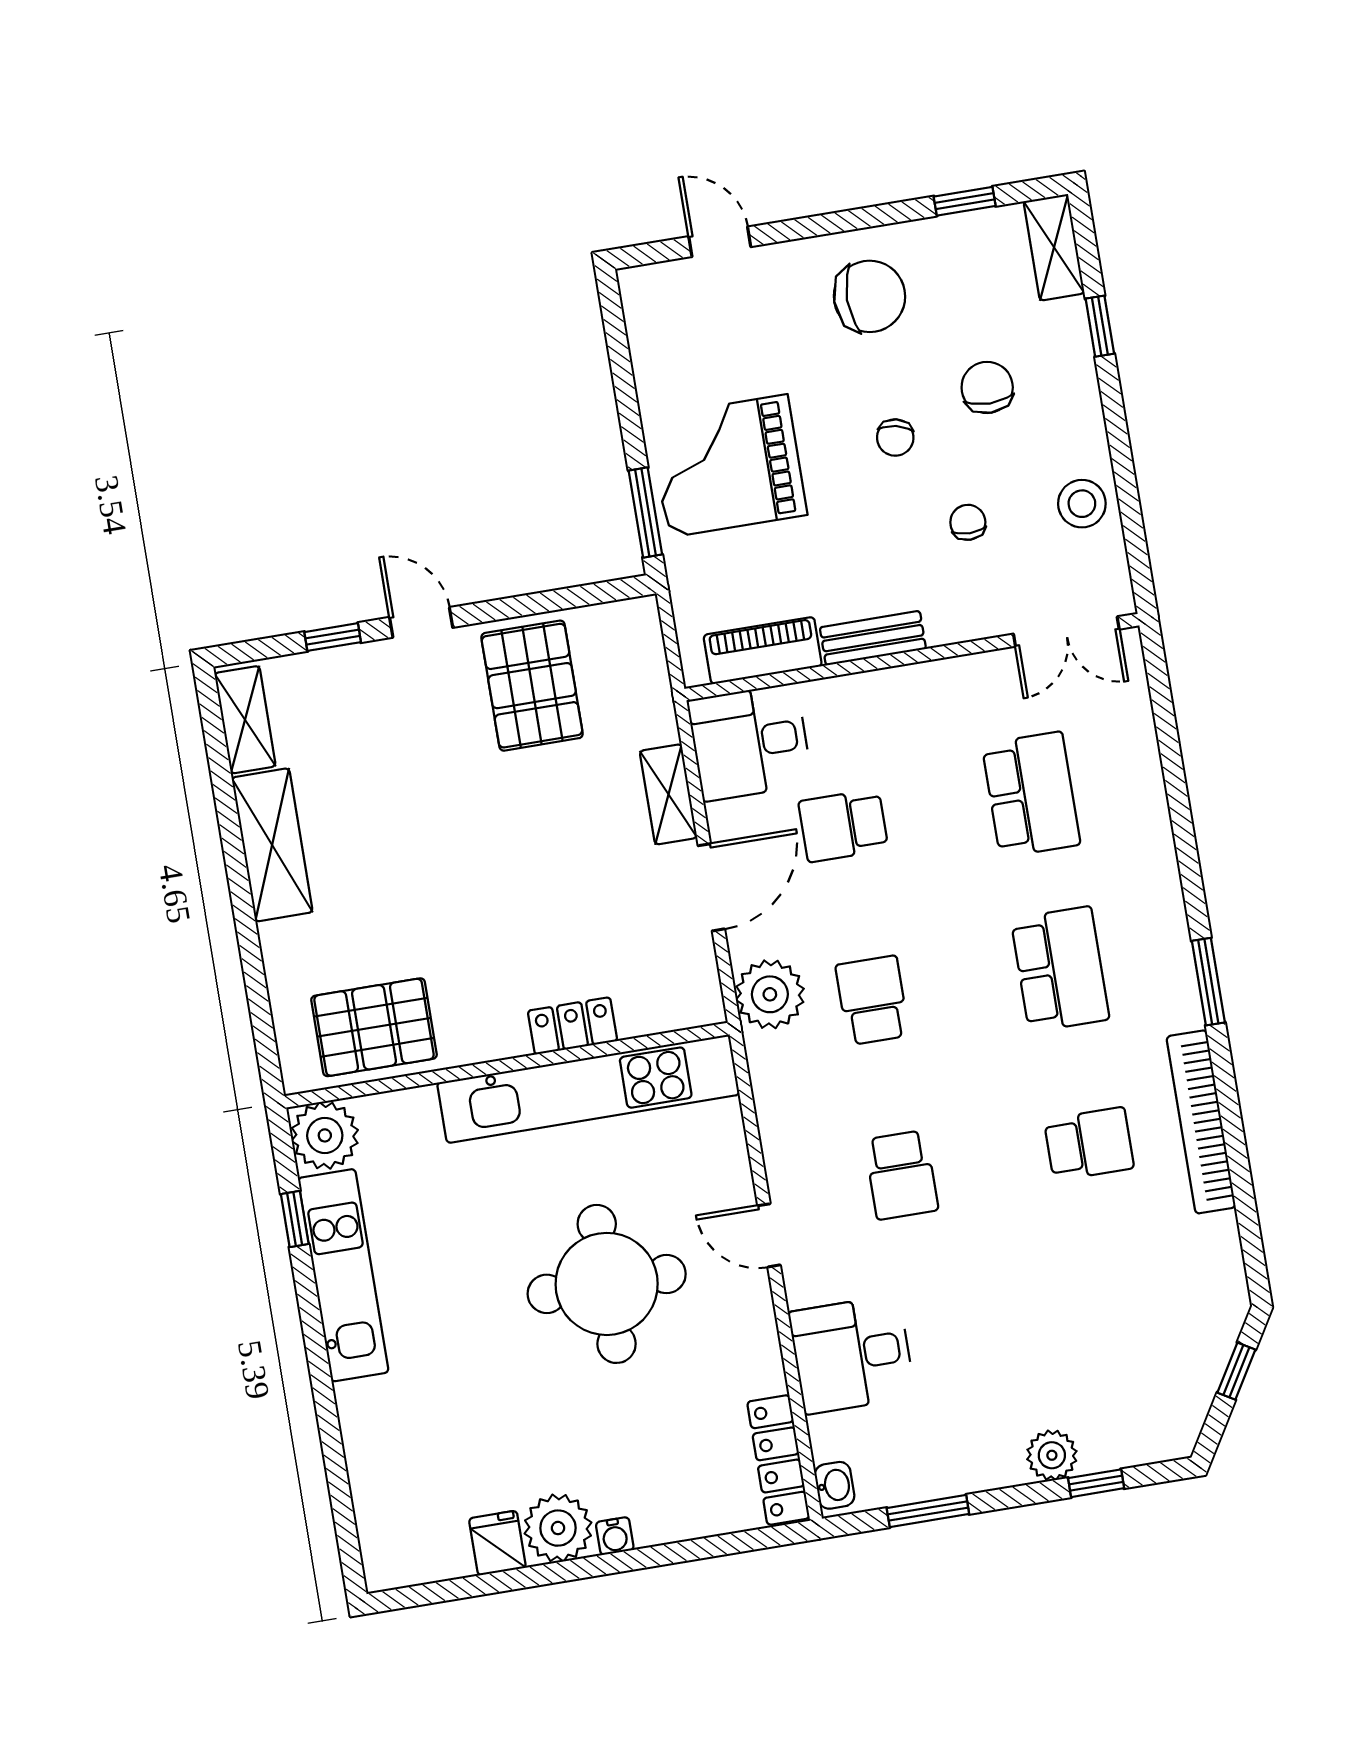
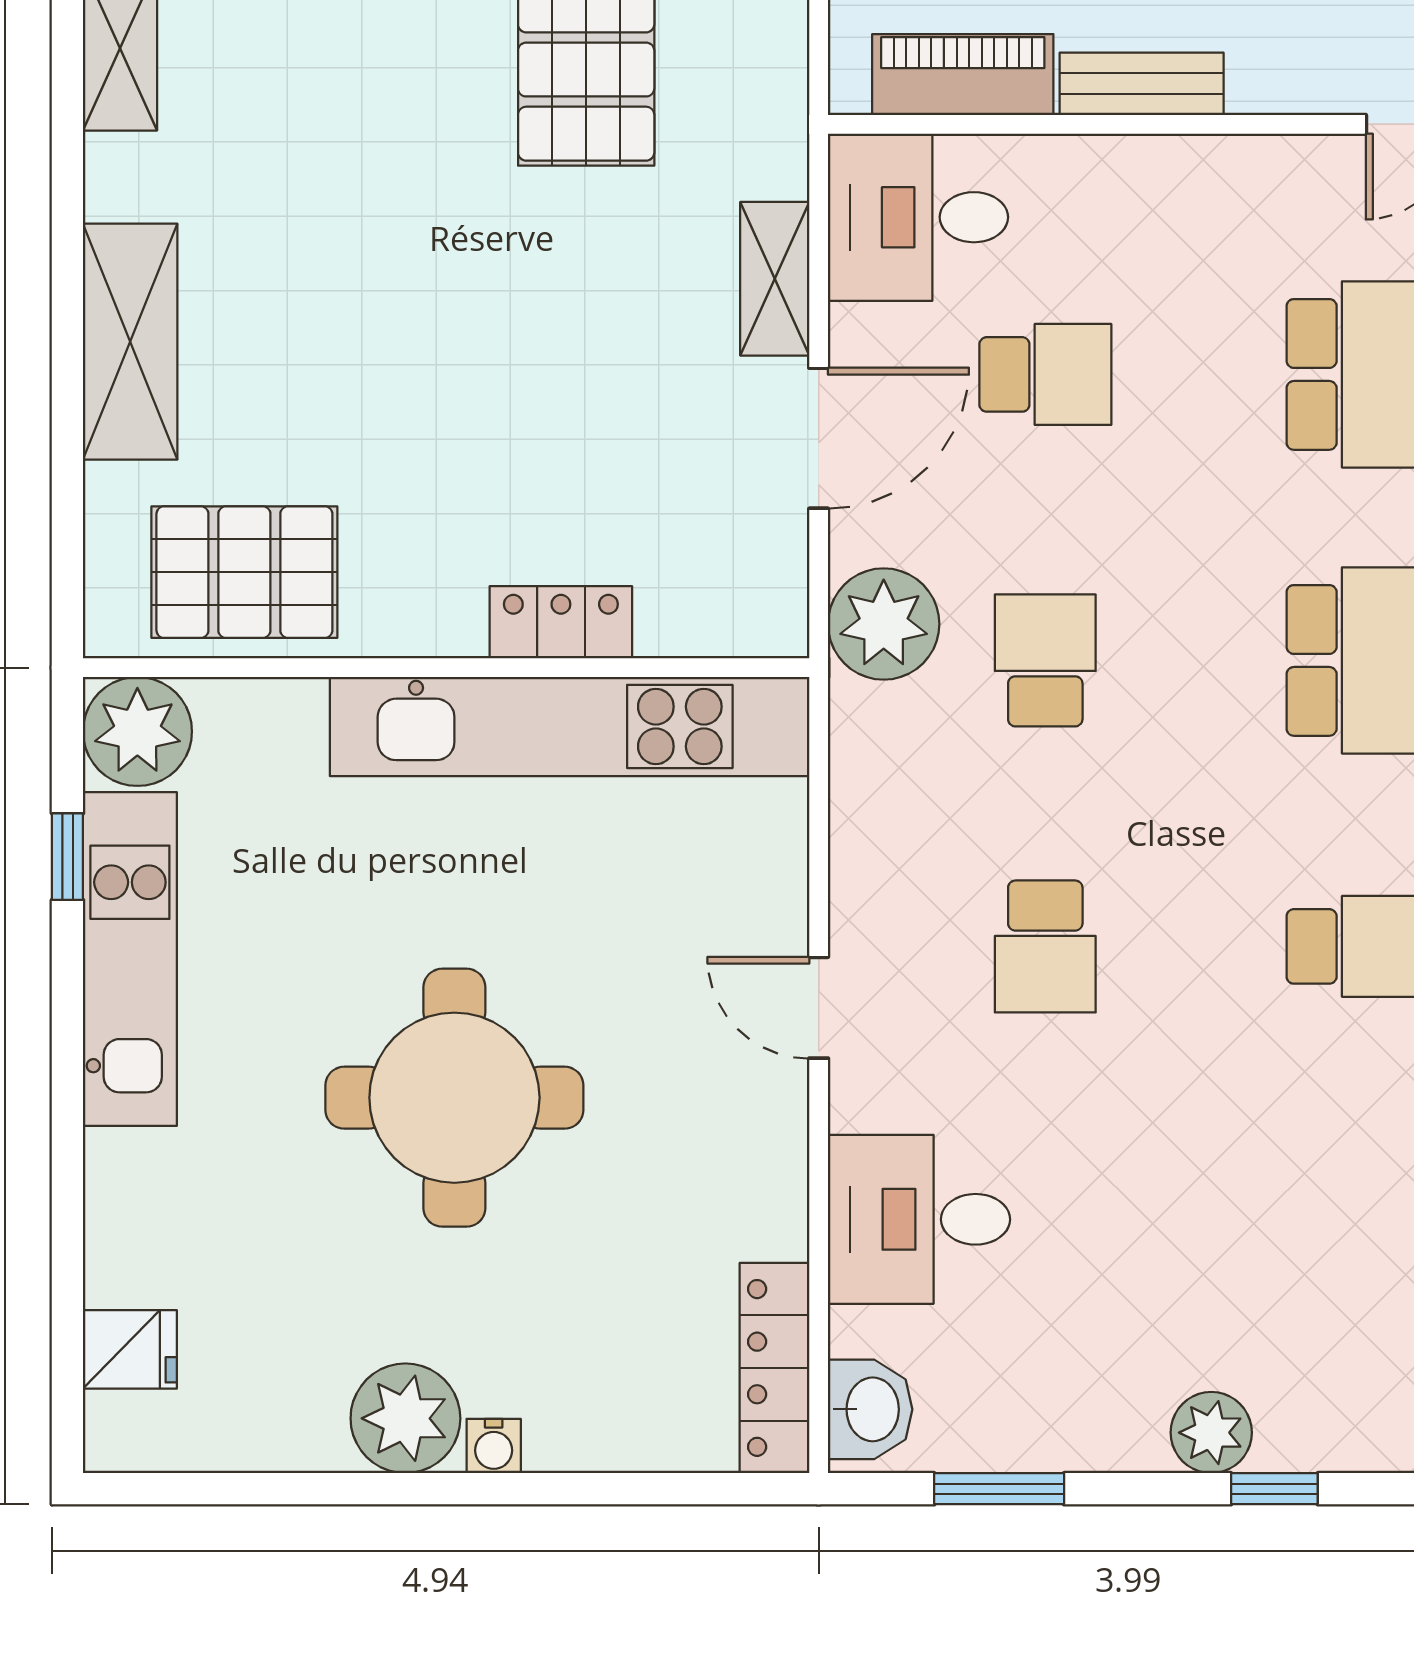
school desk: (843, 825) -> (1045, 374), turned 180
shelving: (272, 845) -> (130, 342), moved
round table: (607, 1284) -> (454, 1098), moved
washbasin: (834, 1485) -> (870, 1409), width x1.38, depth x1.45
fridge: (497, 1543) -> (130, 1349), moved, turned 90

